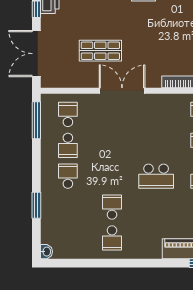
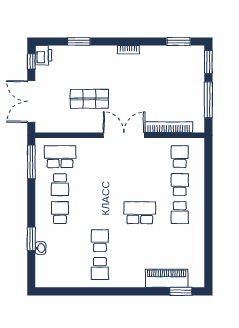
double door: (122, 91) -> (124, 135), moved
school desk: (68, 114) -> (60, 157), width x1.85
school desk: (156, 176) -> (140, 213), turned 180
washbasin: (46, 252) -> (41, 248), moved

